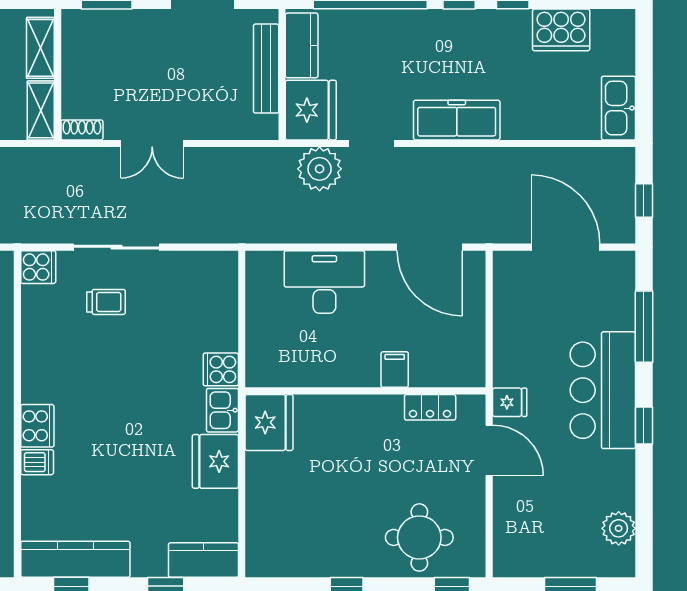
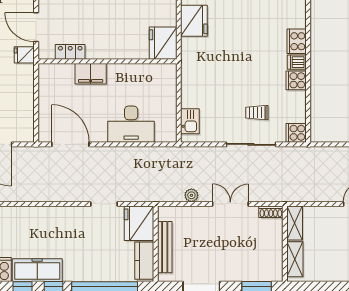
freezer: (457, 120) -> (37, 270), moved, turned 180
plant: (320, 169) -> (191, 195), moved, width x0.53, depth x0.53
cooker: (221, 369) -> (296, 80), moved, turned 180
filing cabinet: (395, 370) -> (91, 74), width x2.00
kitchen sink: (222, 410) -> (190, 121), moved
dishwasher: (37, 462) -> (297, 62), moved

